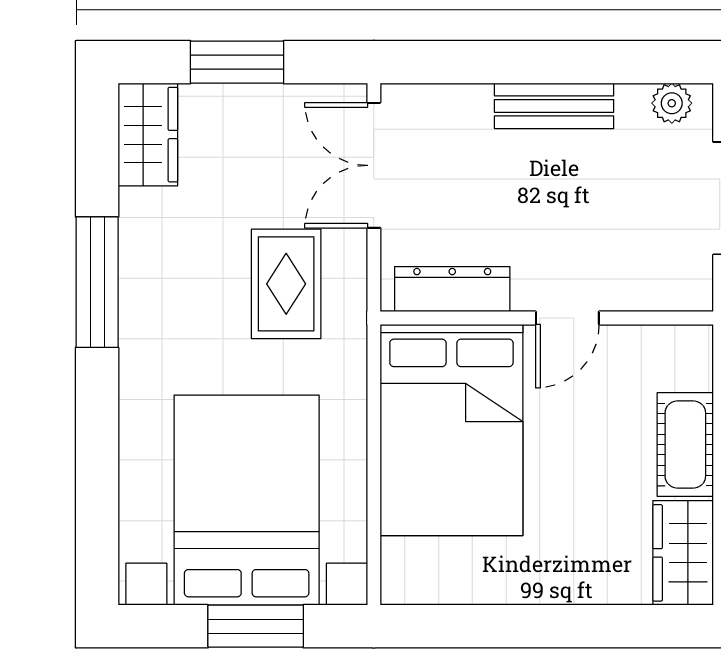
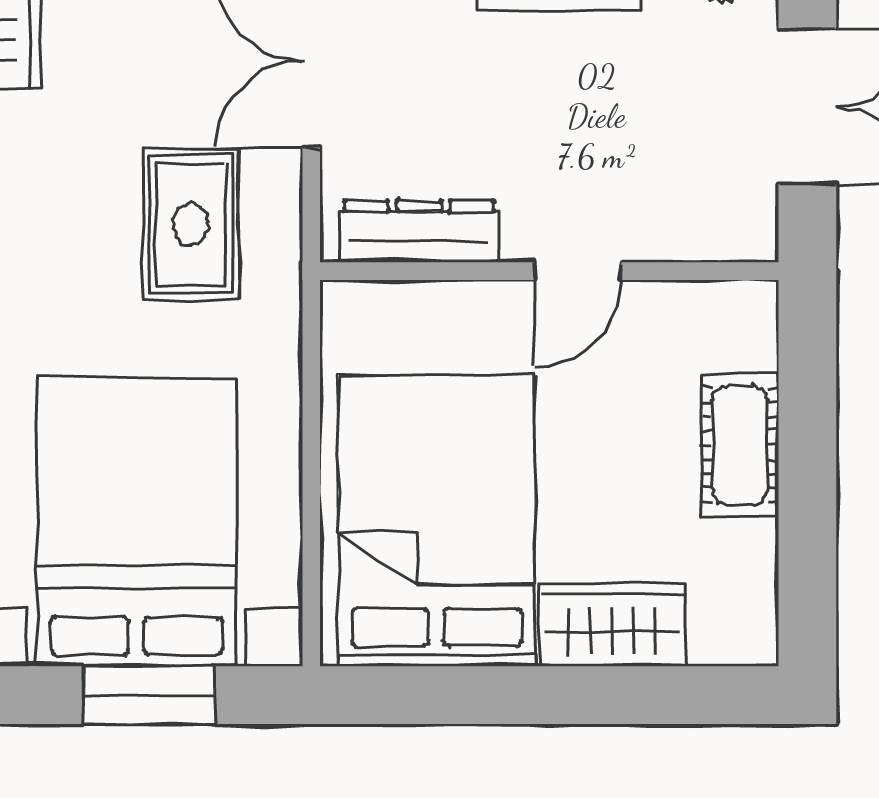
bed: (451, 430) -> (436, 521), moved, turned 180
wardrobe: (683, 553) -> (612, 625), moved, turned 90

